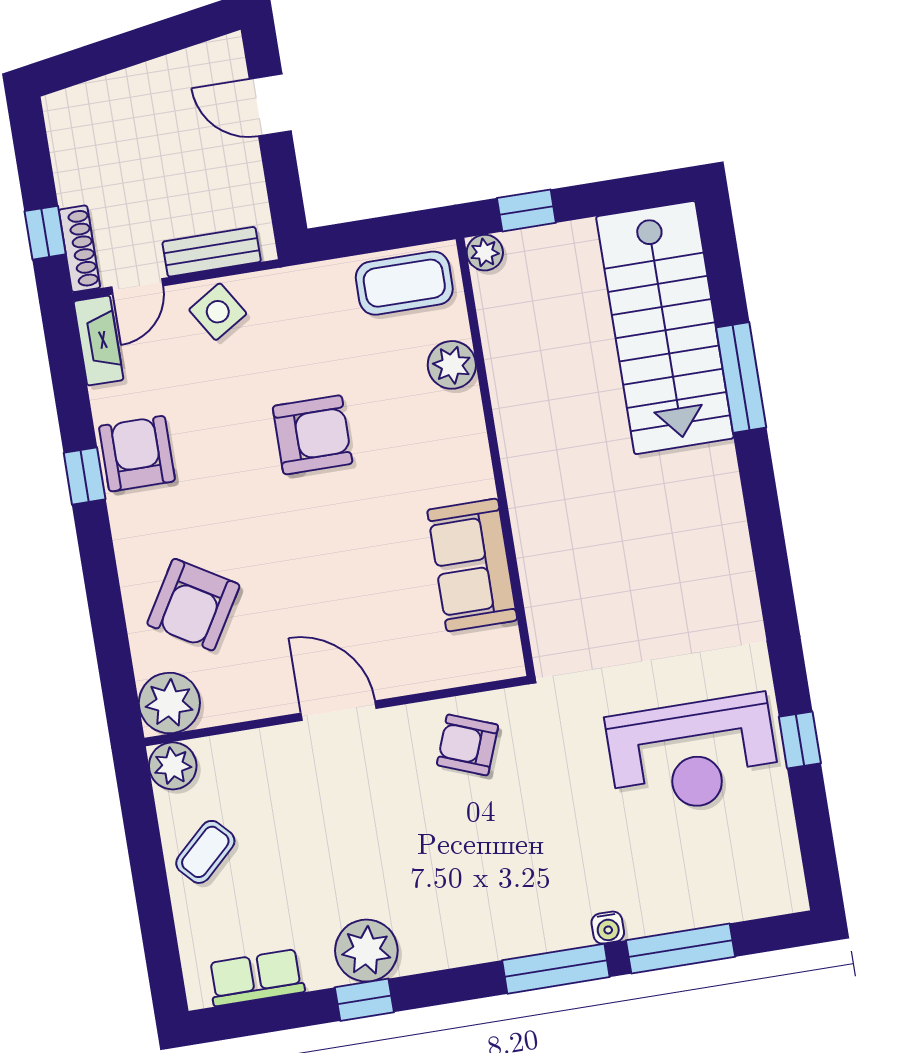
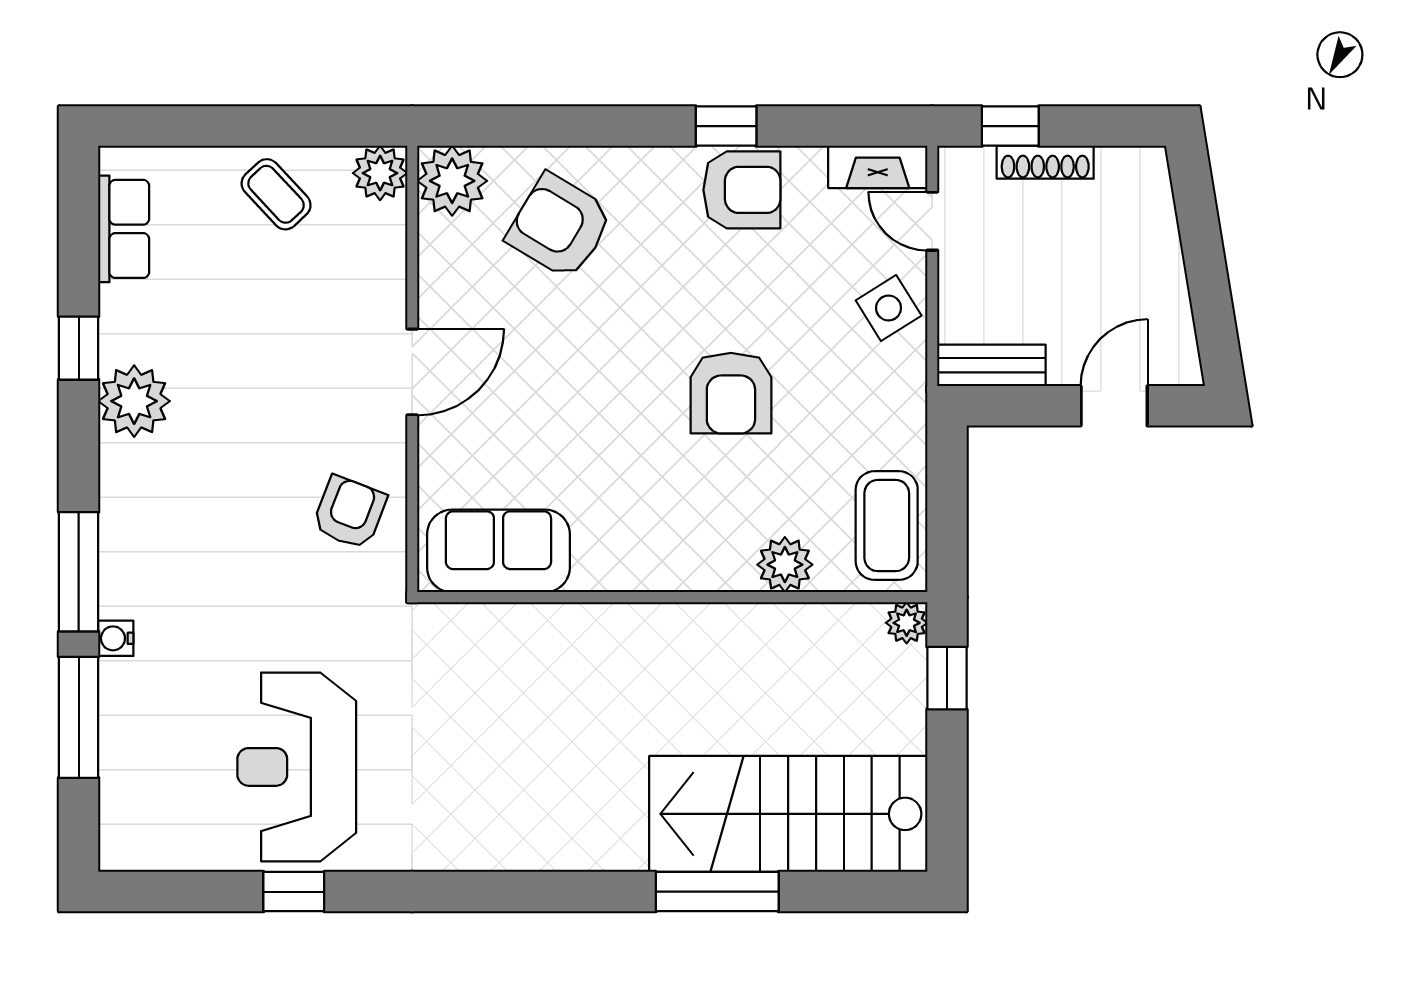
shoe rack: (79, 249) -> (1045, 162), moved
bench: (212, 252) -> (991, 365), moved, turned 90
sofa: (472, 565) -> (498, 551), moved
plant: (366, 951) -> (134, 401), moved

